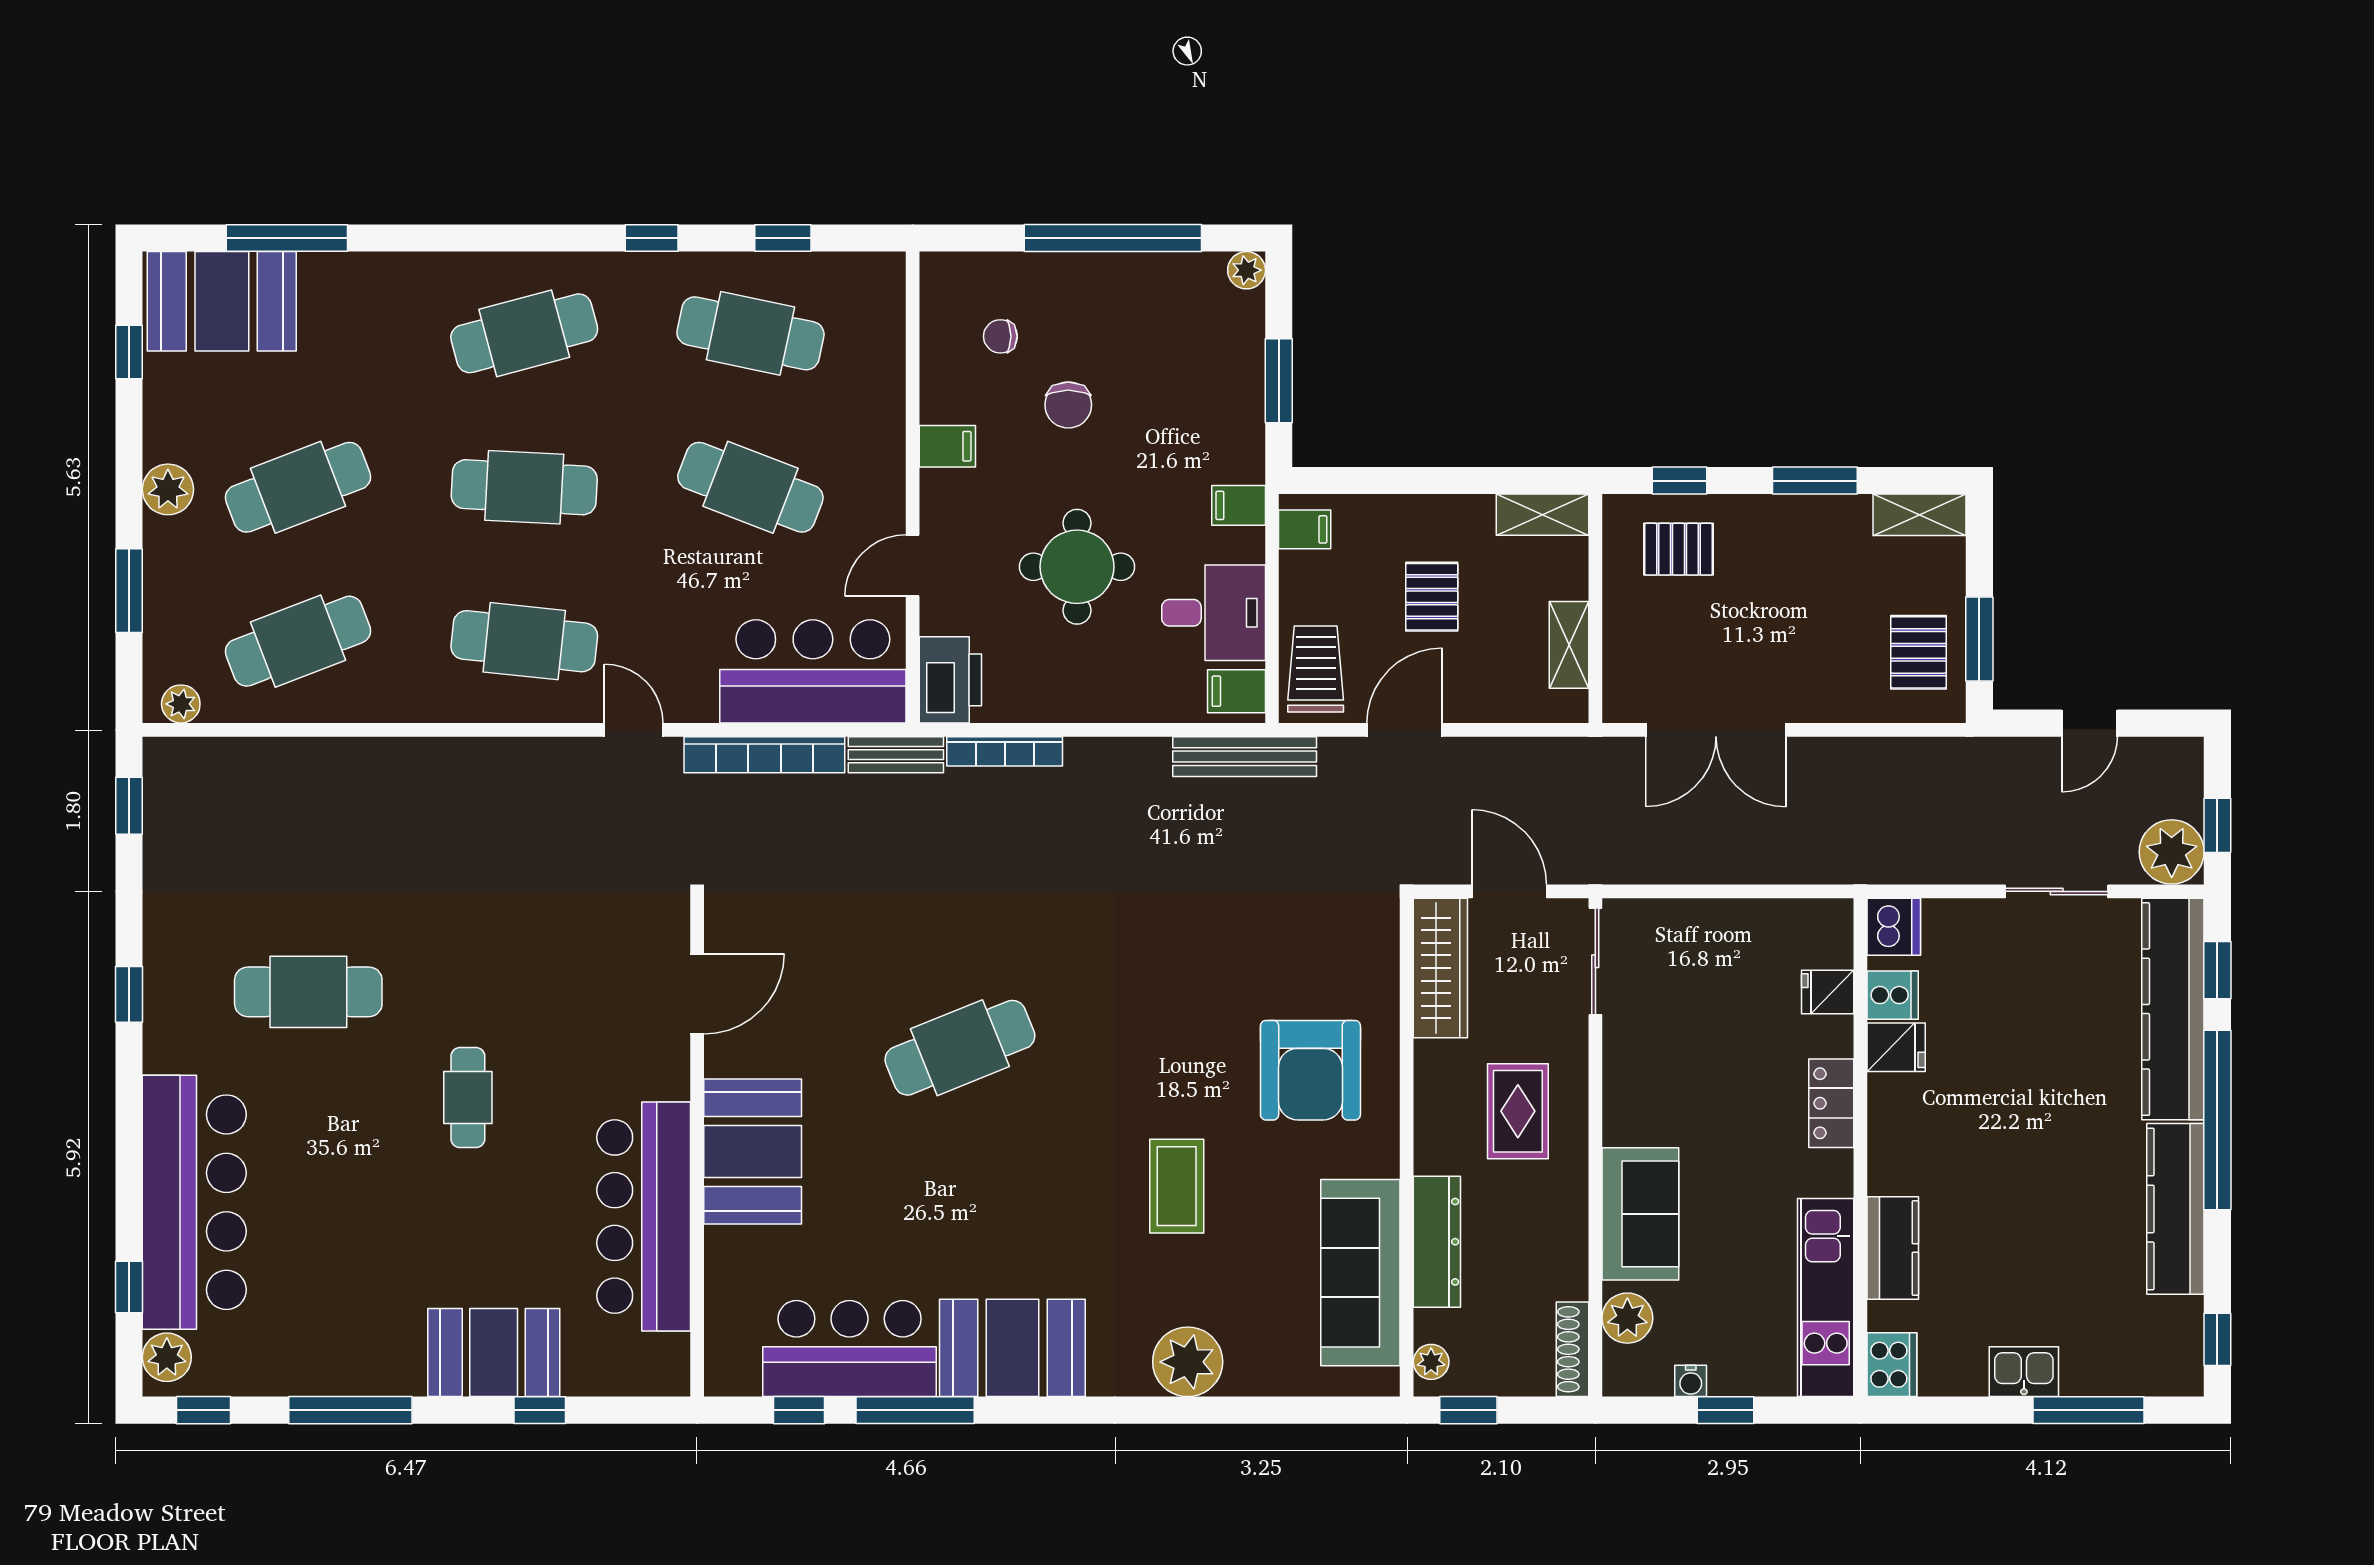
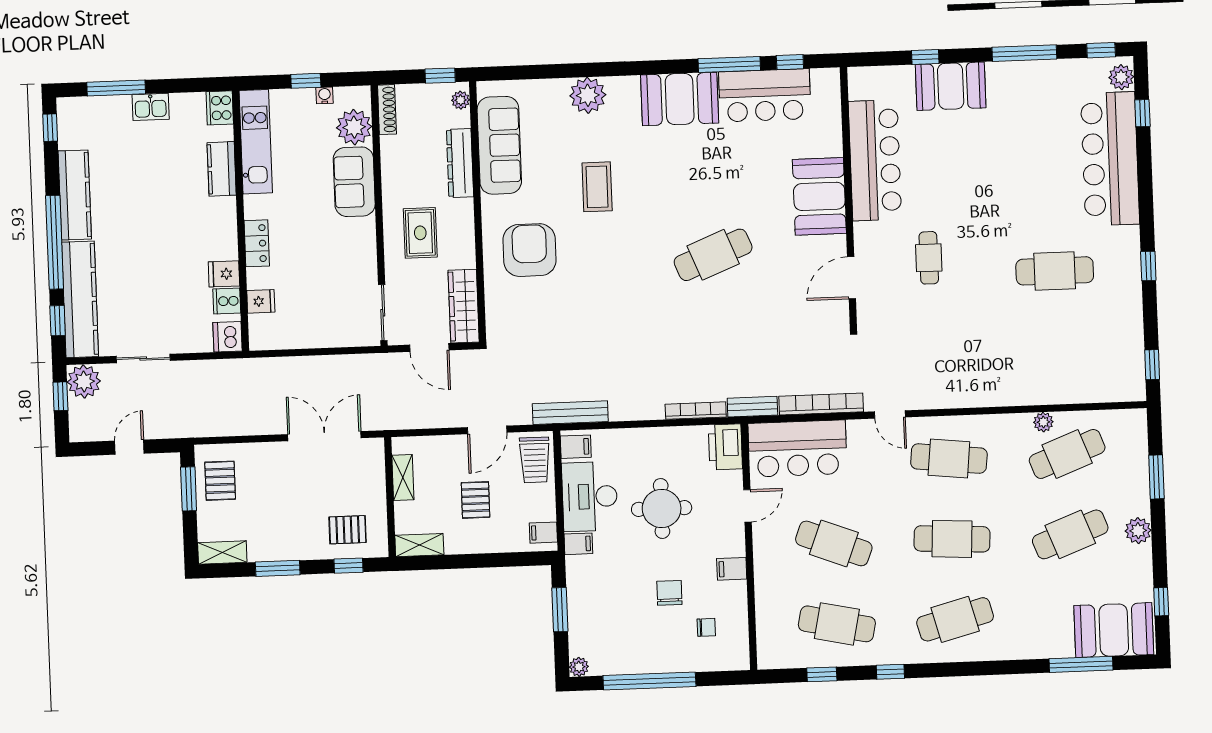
desk: (1214, 613) -> (590, 497), width x1.37
plant: (181, 704) -> (1043, 422), moved
cafe table: (468, 1098) -> (929, 258), moved
plant: (1627, 1318) -> (354, 127), width x1.36, depth x1.36

